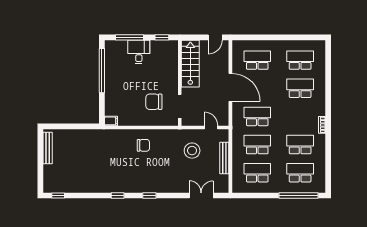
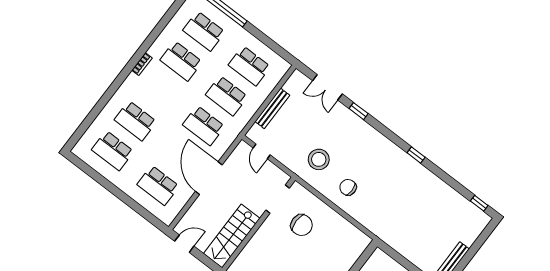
filing cabinet: (111, 121) -> (363, 239), removed
stool: (192, 151) -> (319, 159), moved
window: (149, 196) -> (359, 111), moved

